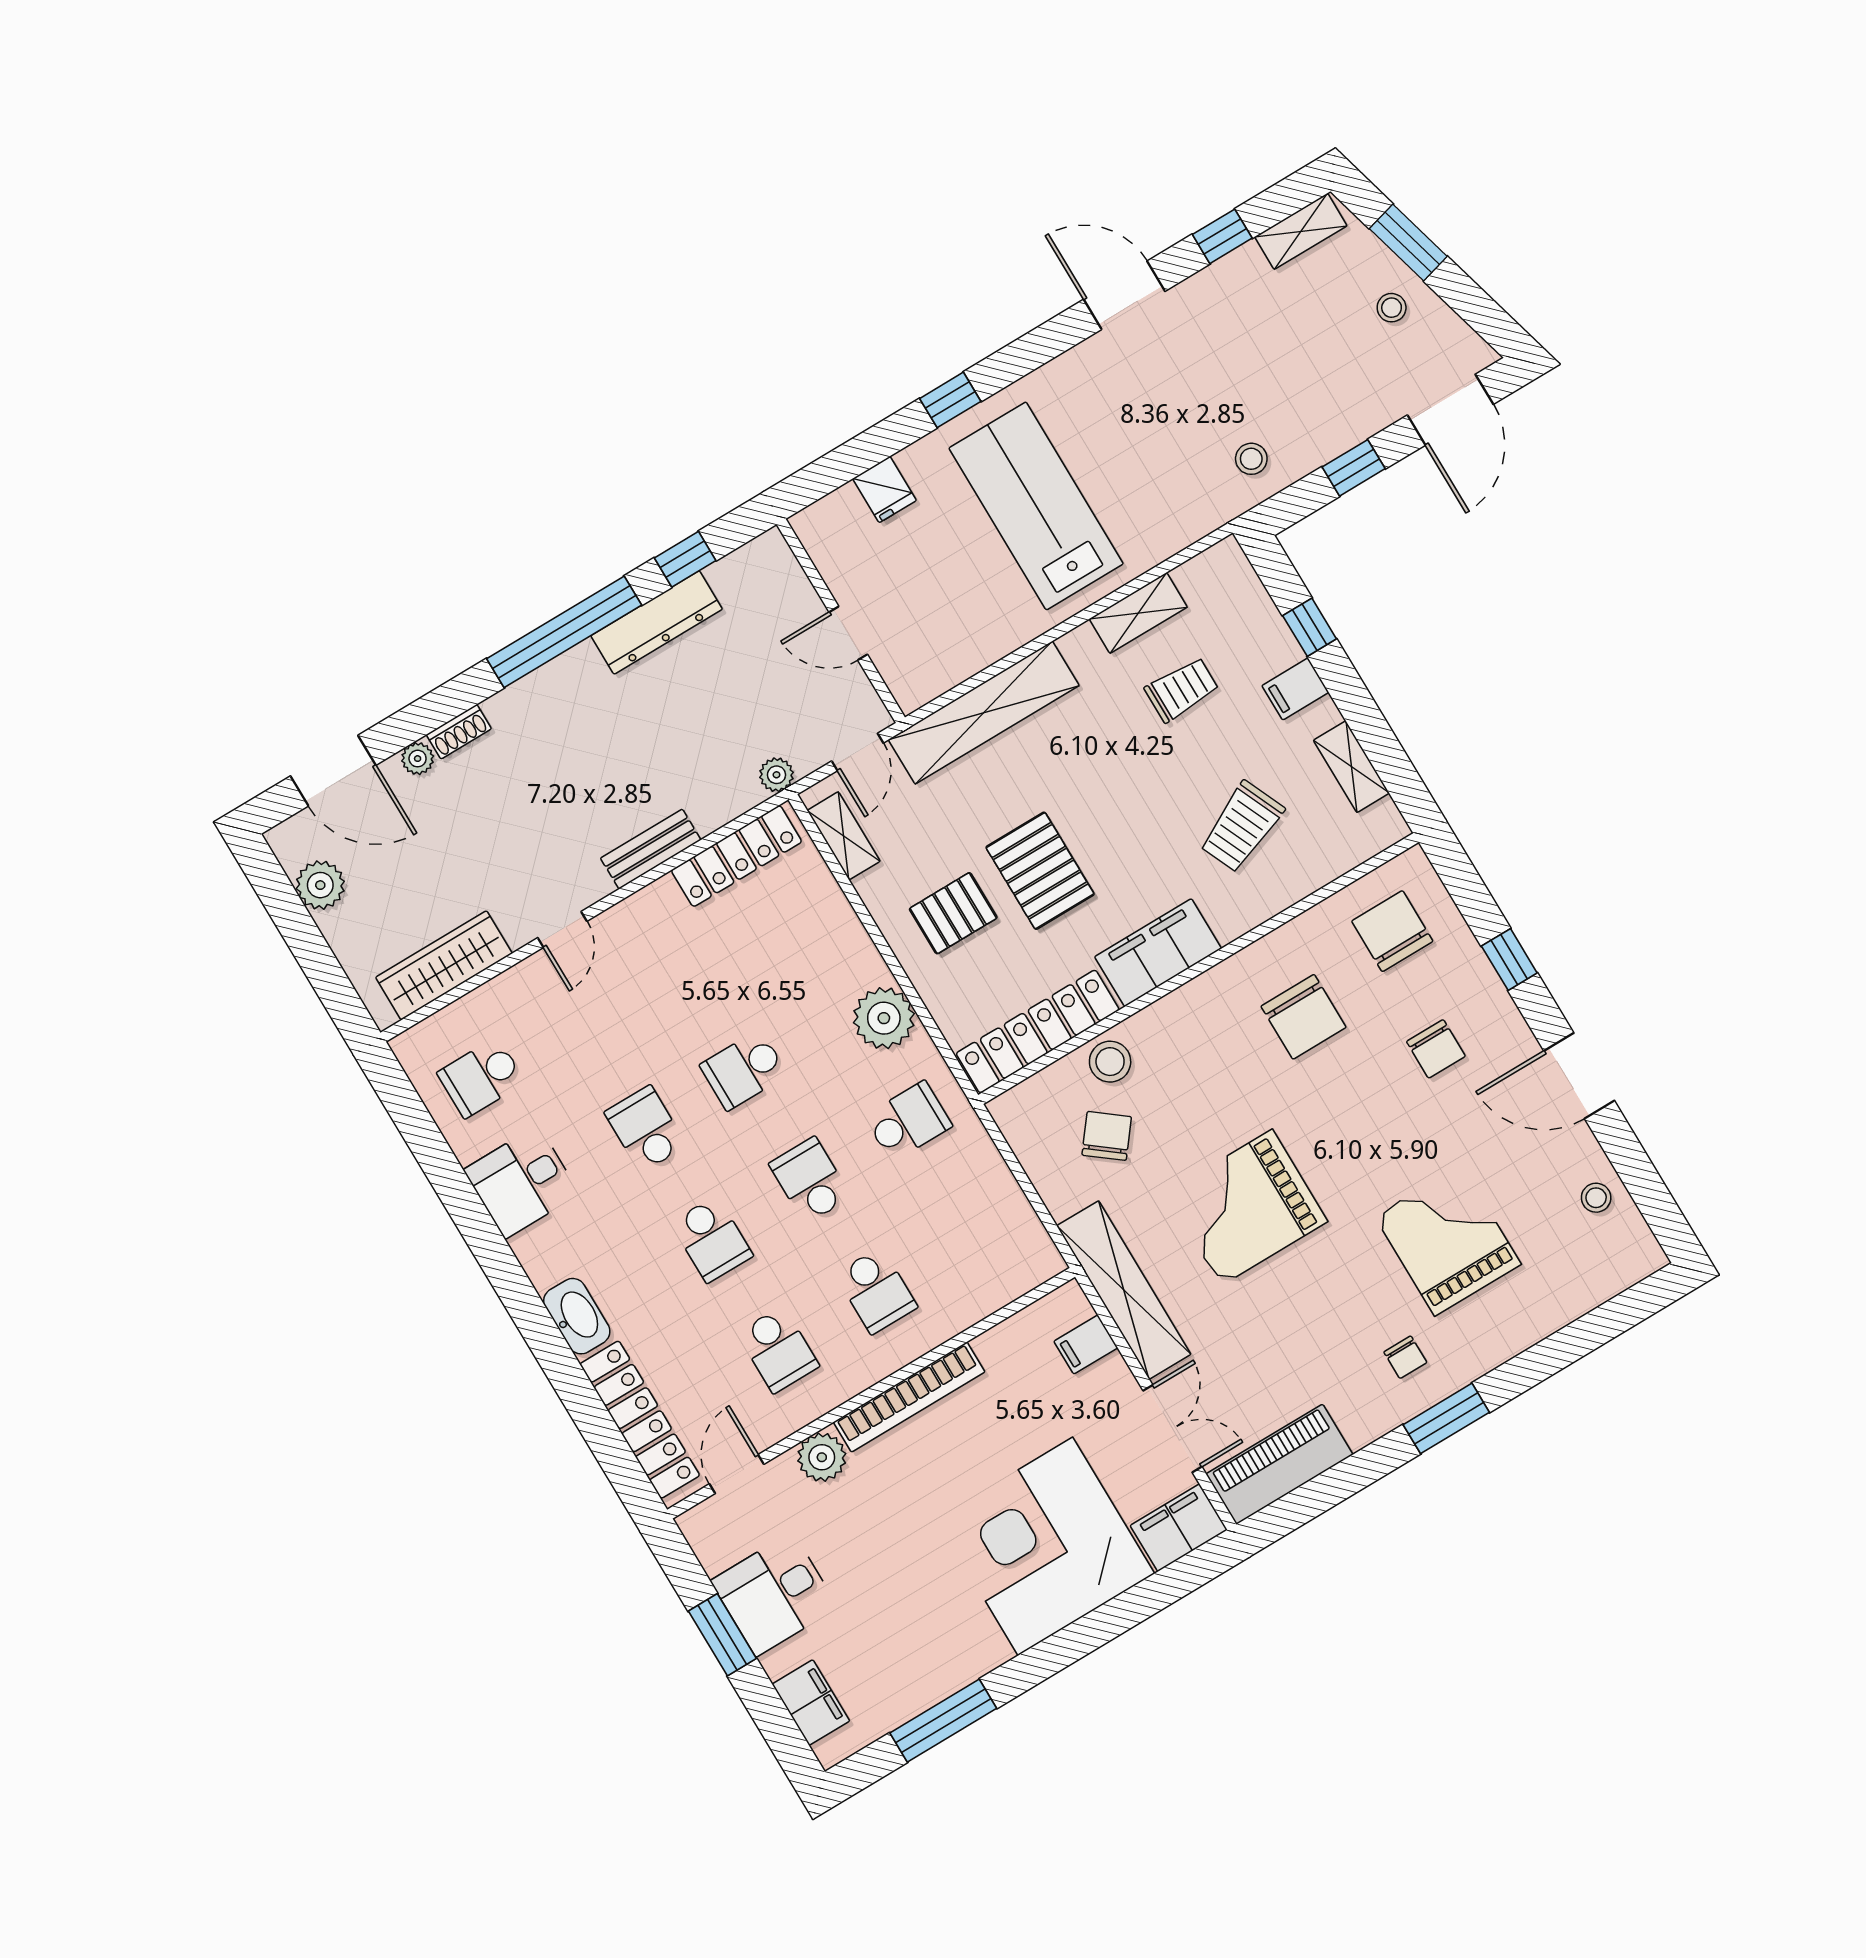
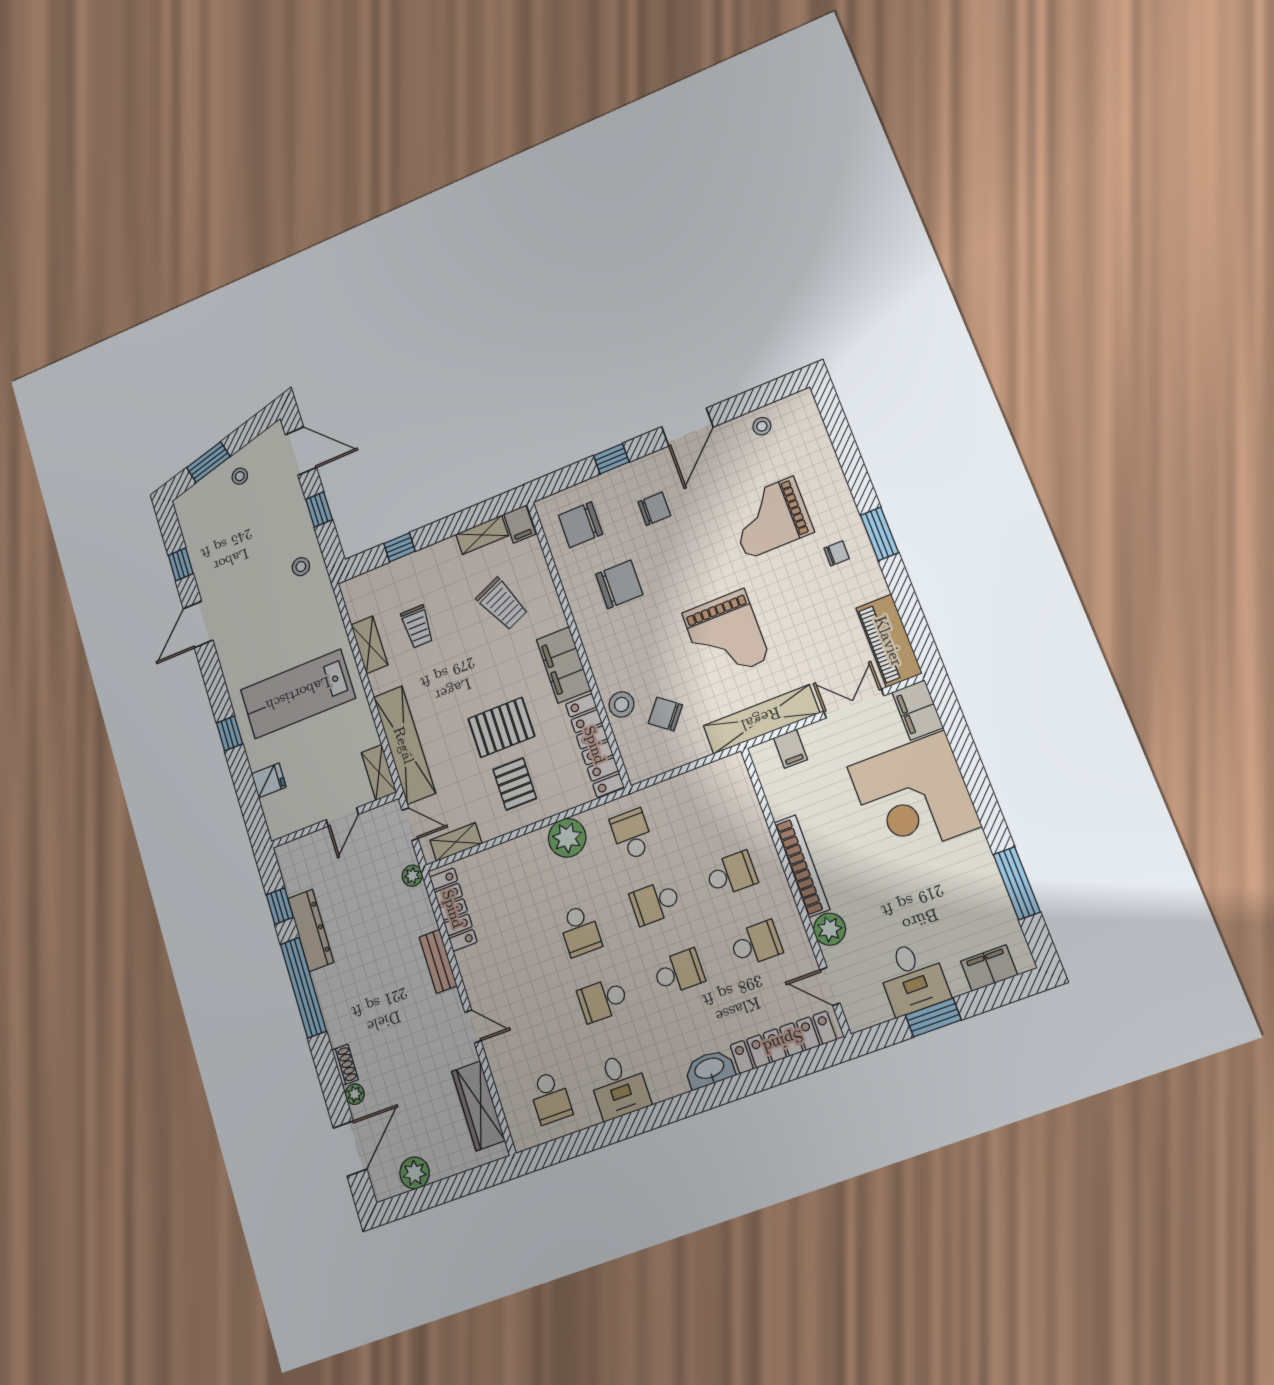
shelving: (1301, 231) -> (379, 772), moved
trolley: (1182, 689) -> (417, 627), turned 180
filing cabinet: (1295, 689) -> (520, 524), moved

